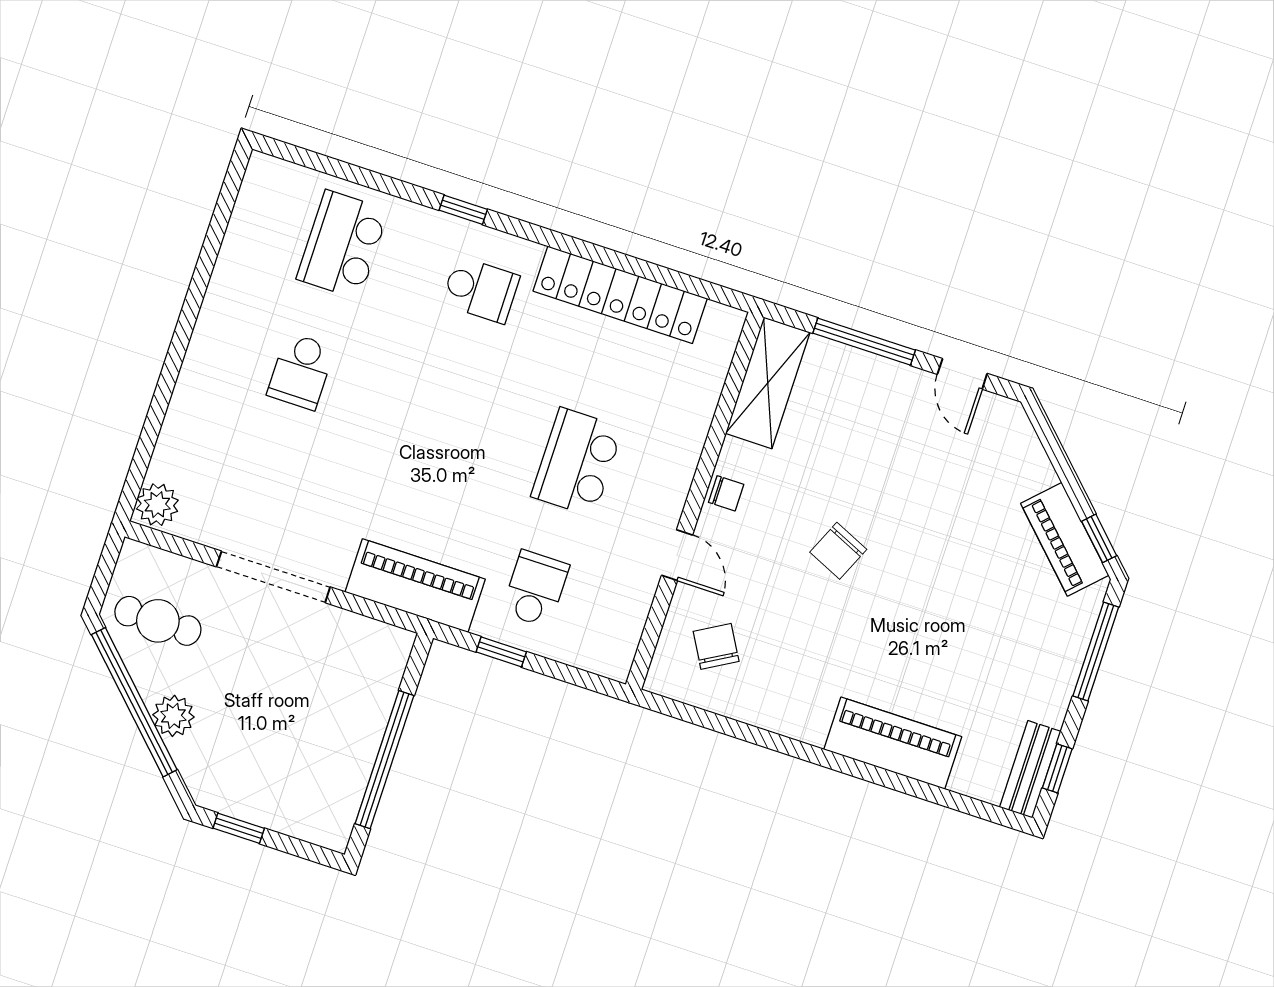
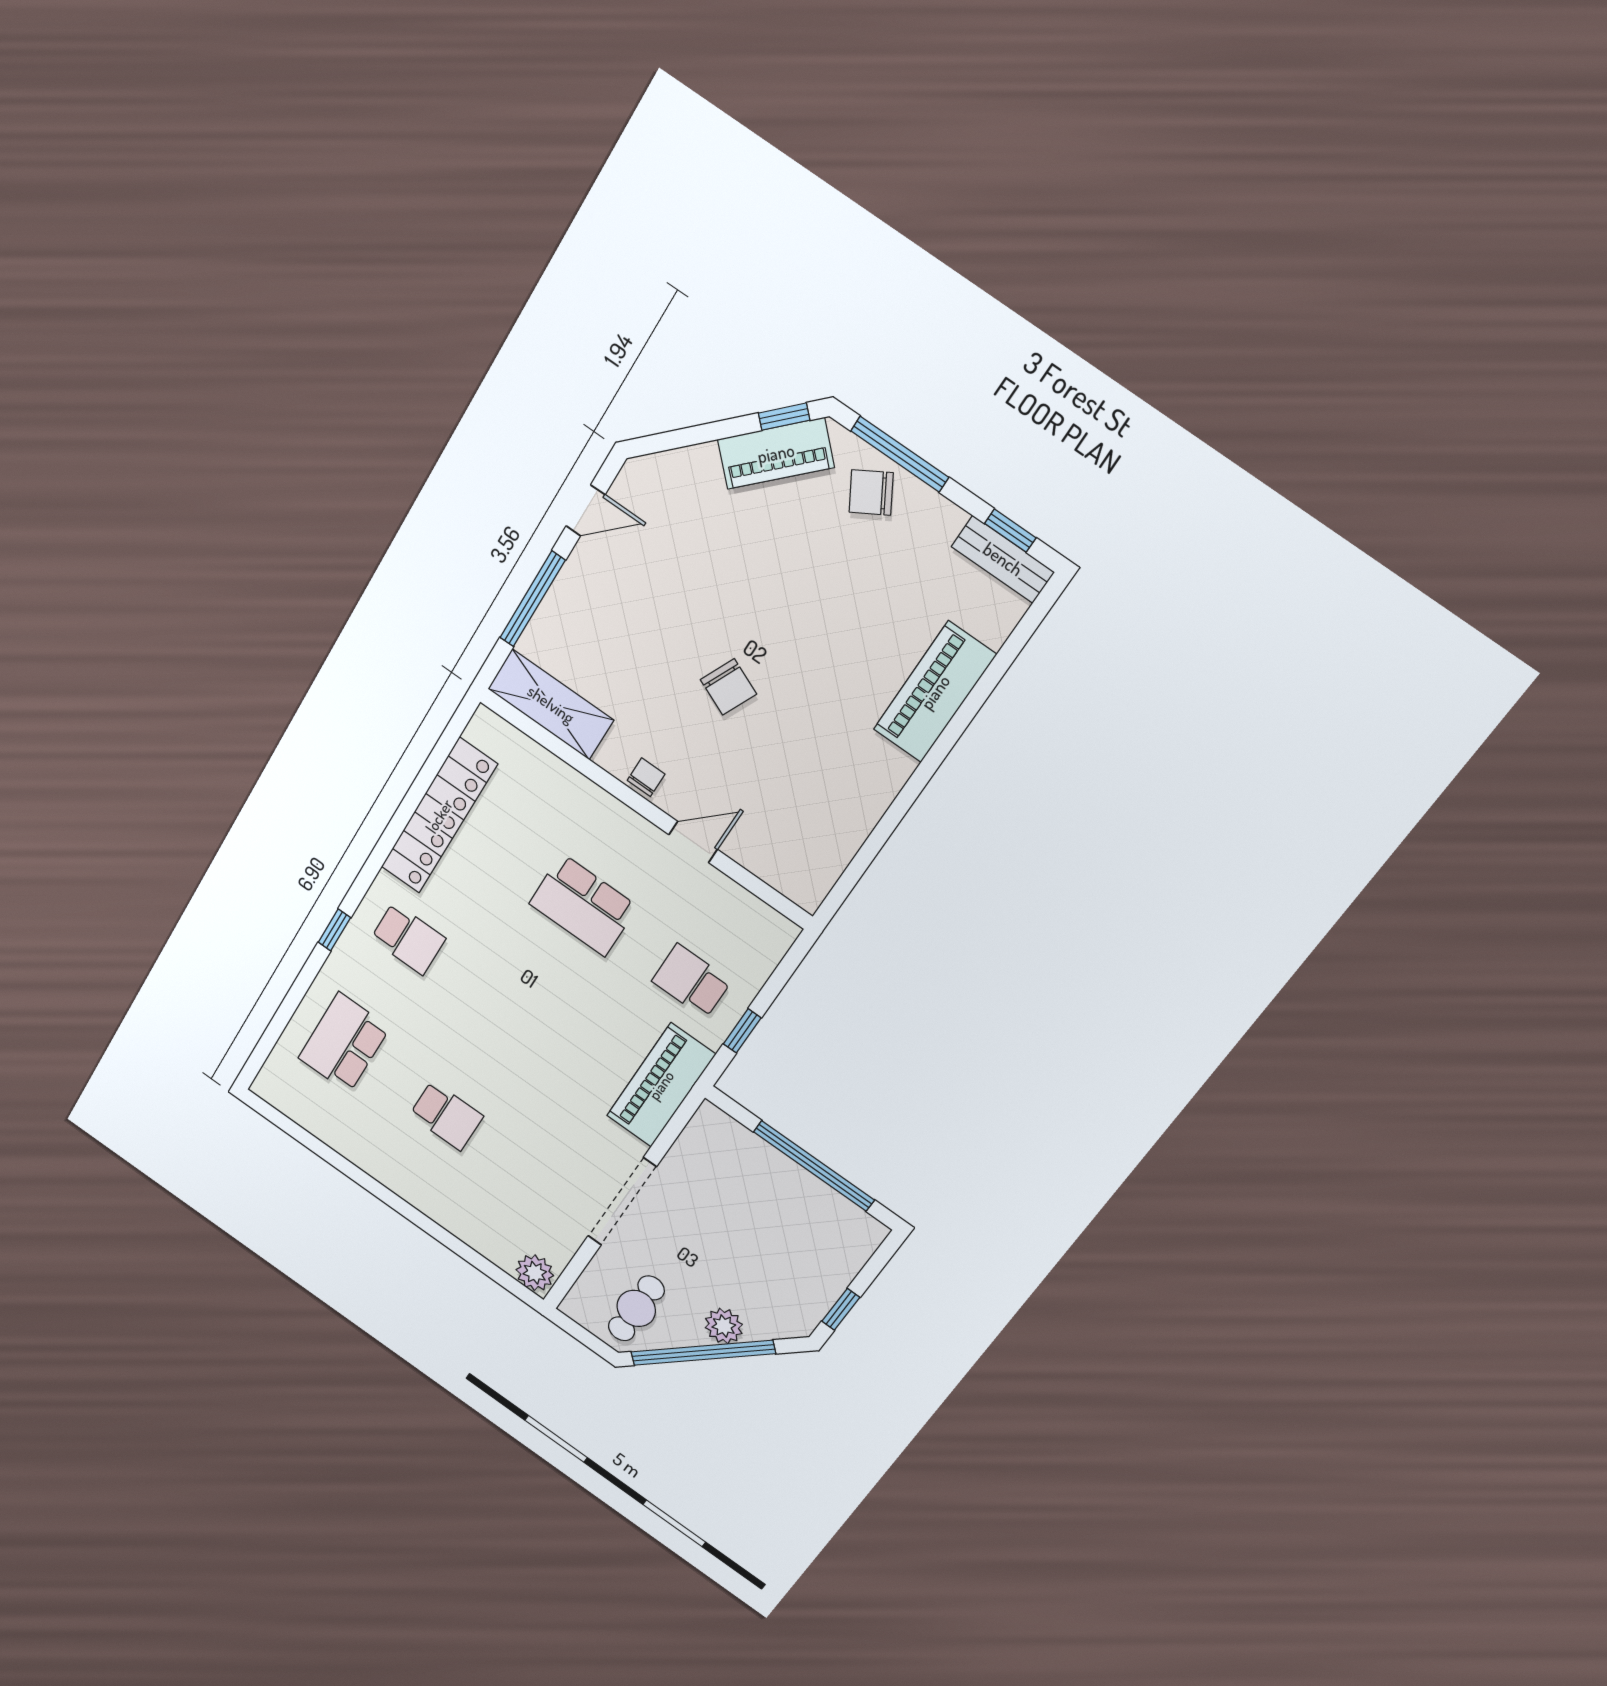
school desk: (343, 244) -> (344, 1043), turned 90
school desk: (481, 290) -> (408, 939), turned 90
chair: (716, 646) -> (871, 493), moved

